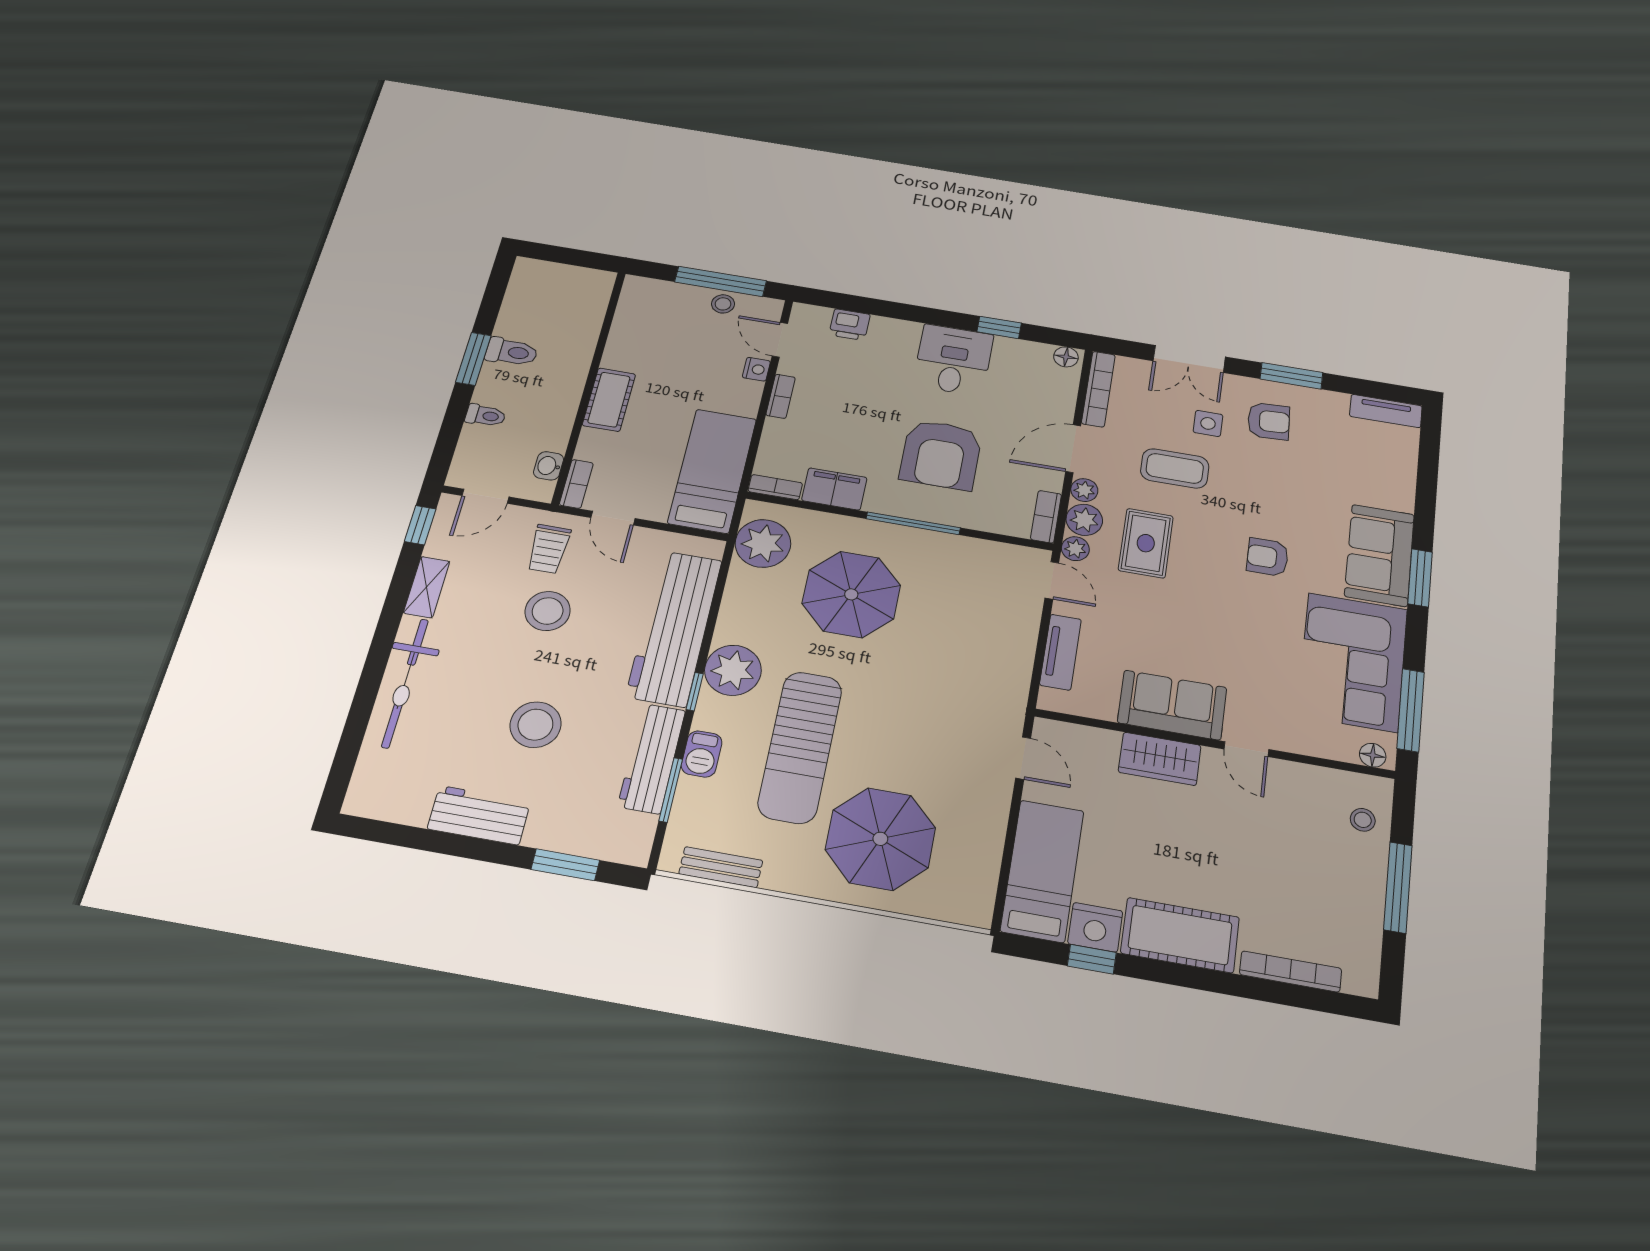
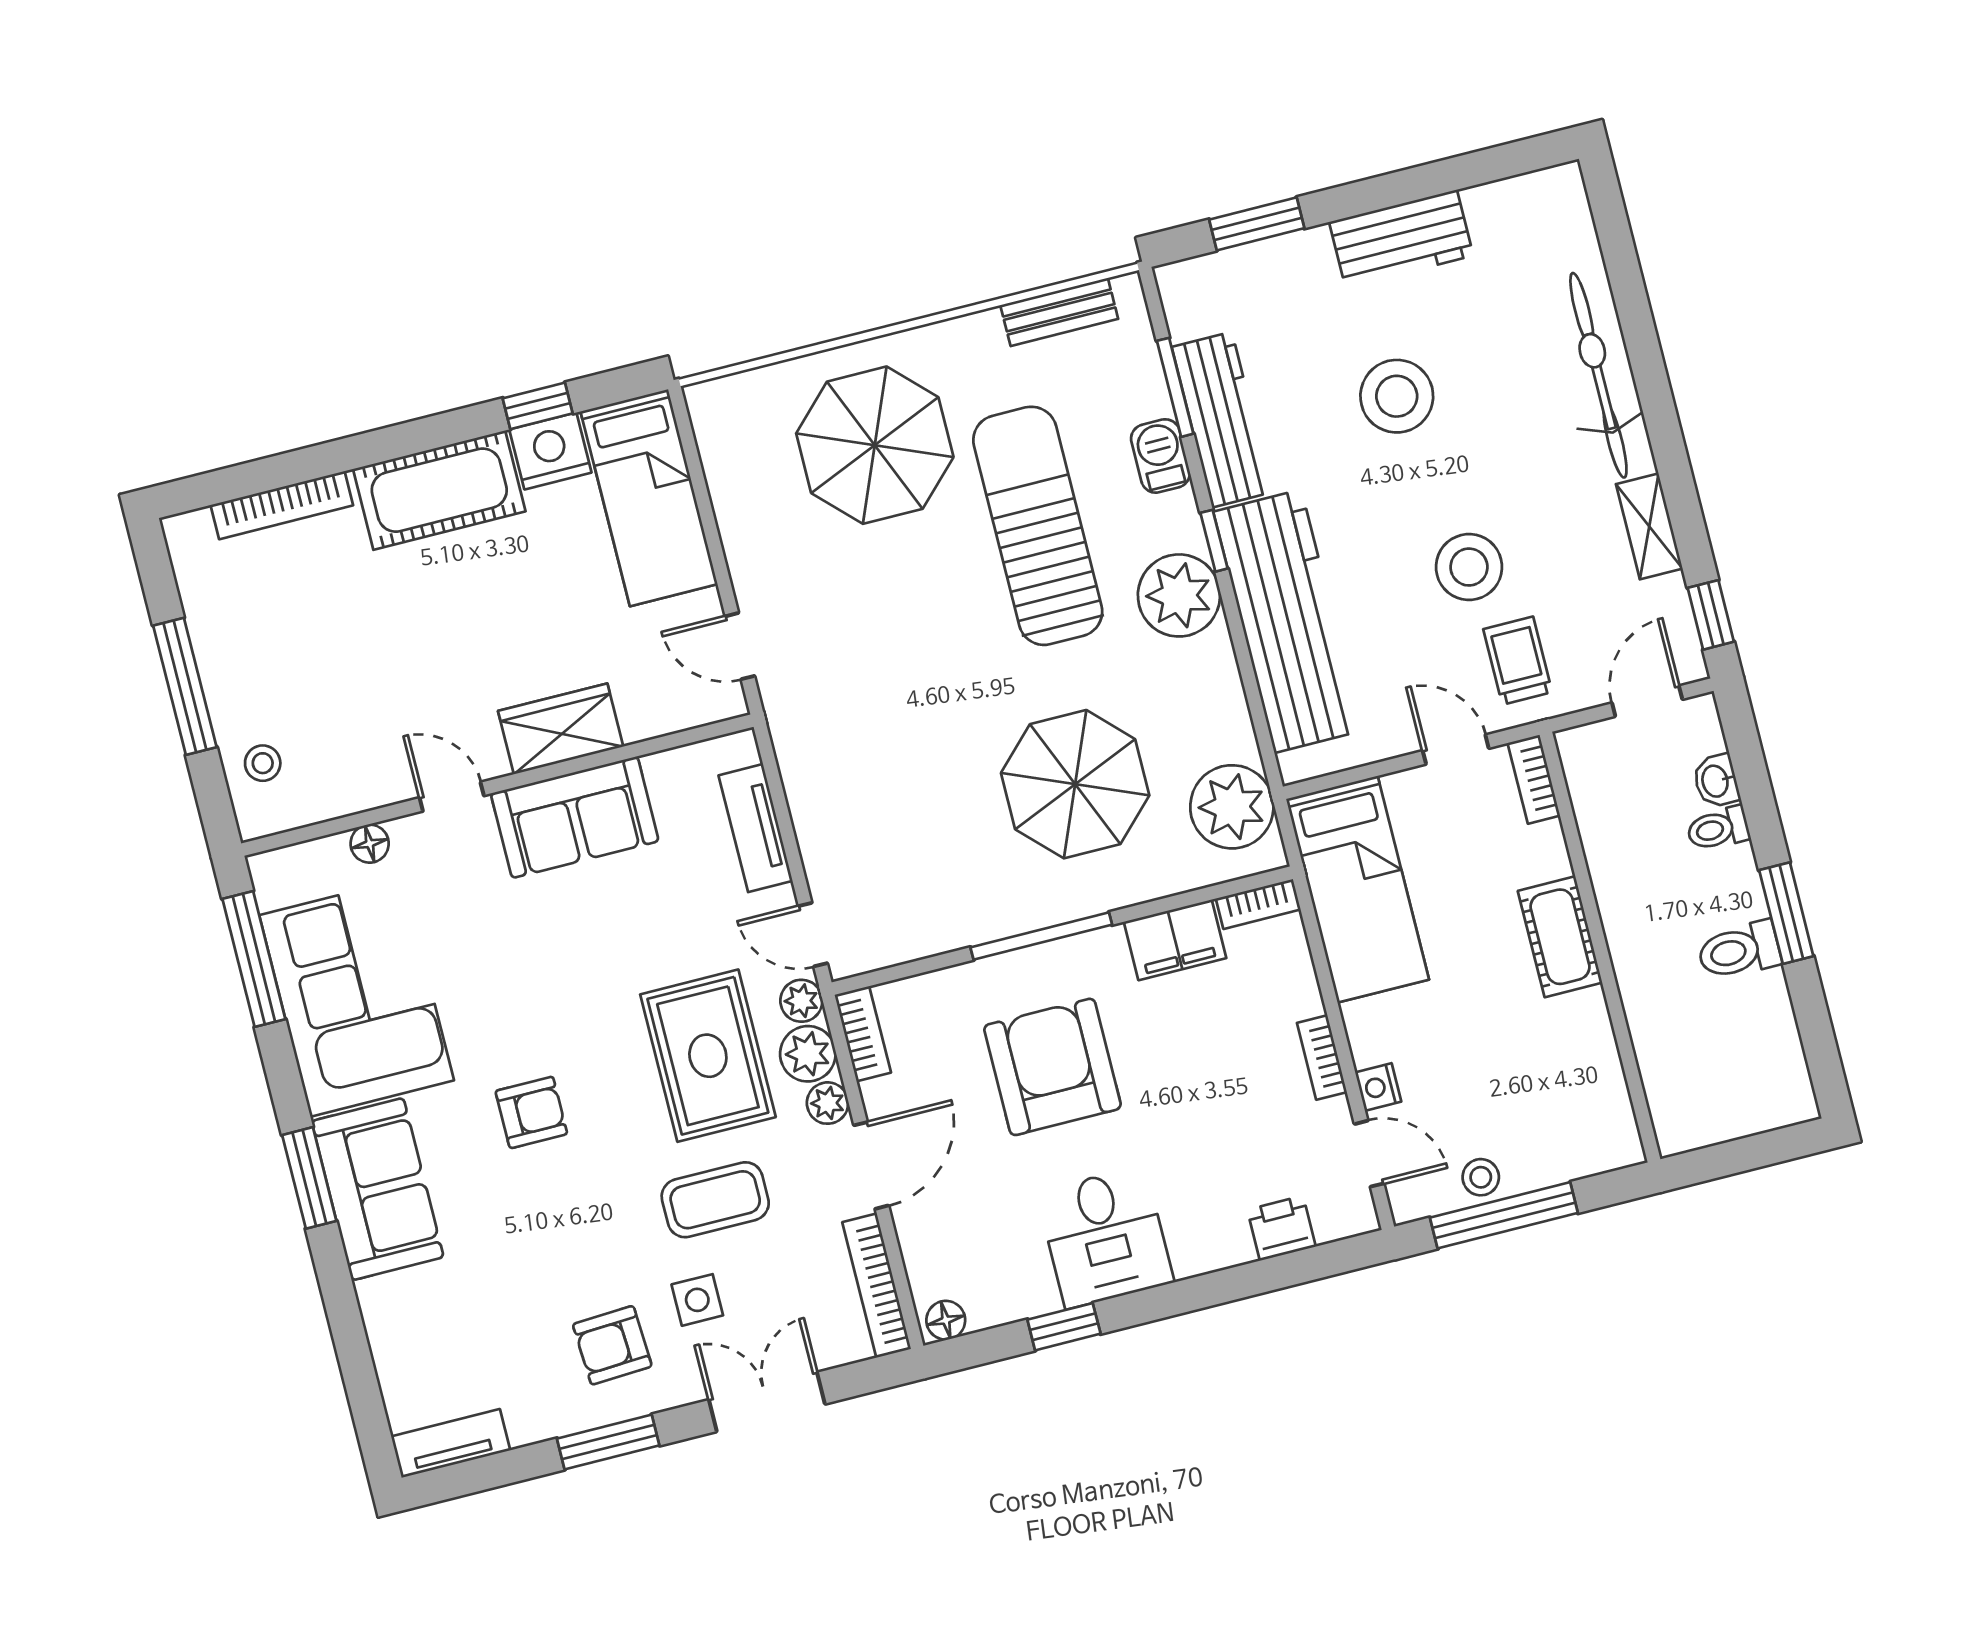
washbasin: (549, 466) -> (1716, 781), moved, turned 180
rug: (1146, 543) -> (708, 1056), width x1.36, depth x1.43
floor lamp: (1373, 755) -> (370, 844), moved

